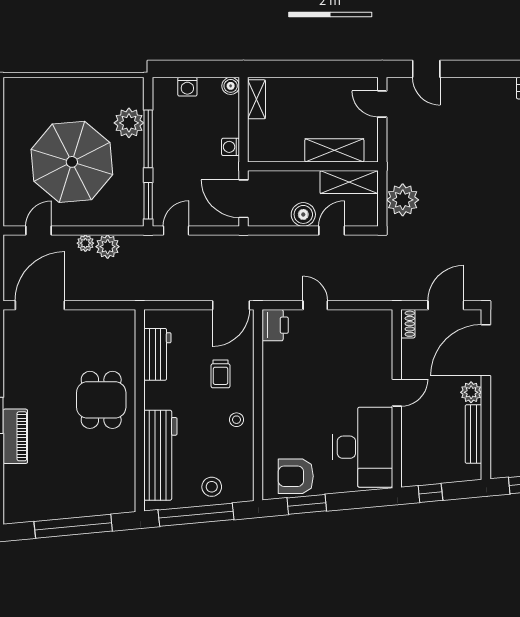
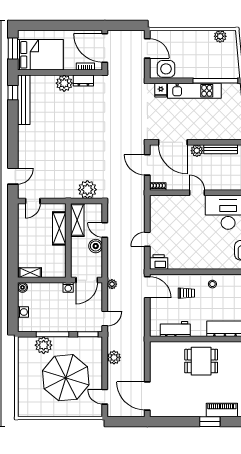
washing machine: (230, 147) -> (68, 287), moved
door: (176, 231) -> (105, 319), swing flipped
plant: (85, 243) -> (112, 284), moved

